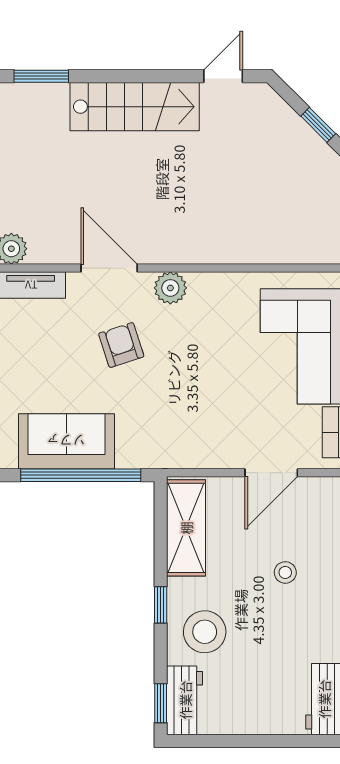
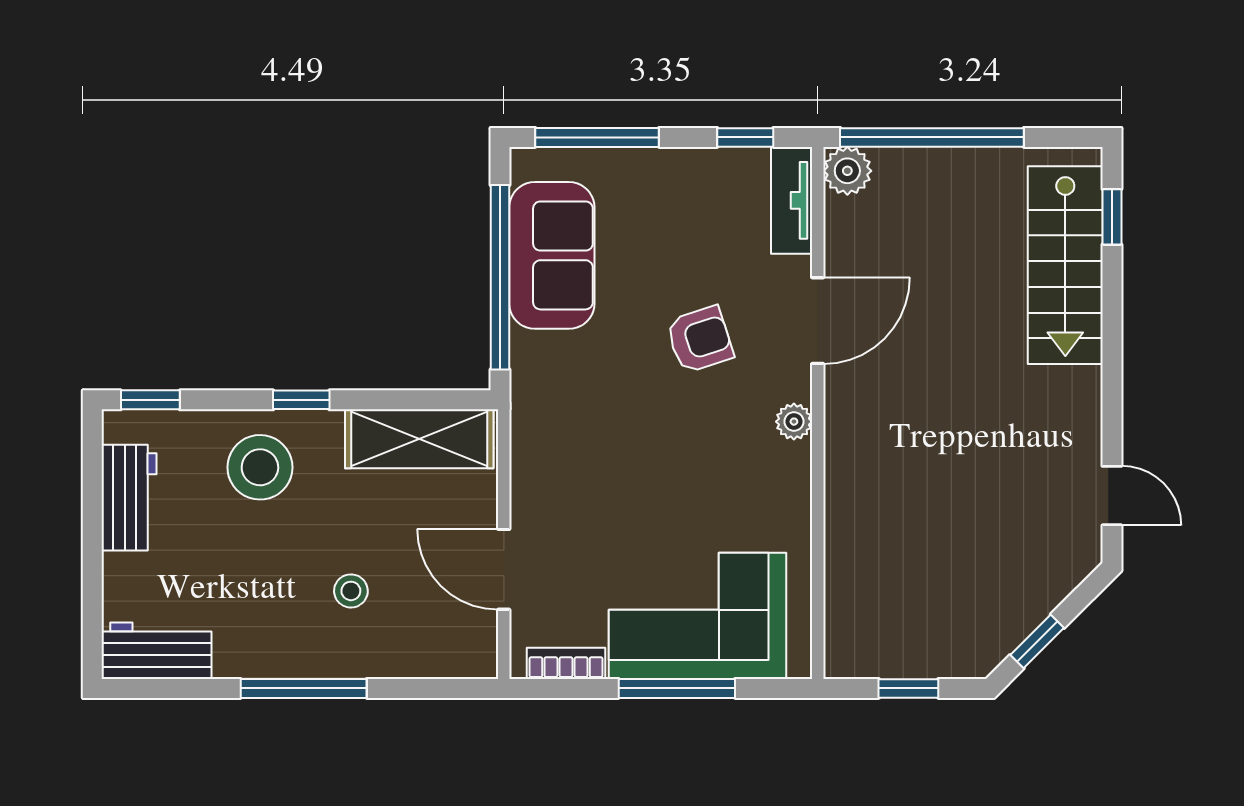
window: (41, 76) -> (1112, 217), width x0.67
stairs: (135, 107) -> (1065, 265), moved
plant: (170, 288) -> (794, 422), width x0.73, depth x0.73
workbench: (185, 700) -> (129, 498), moved, turned -90

